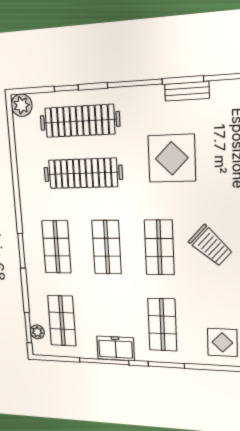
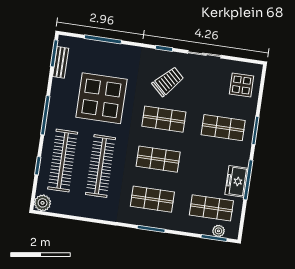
bench: (187, 91) -> (61, 62), moved
display table: (172, 158) -> (101, 98), width x1.36, depth x1.36
freezer: (116, 348) -> (236, 181), moved

